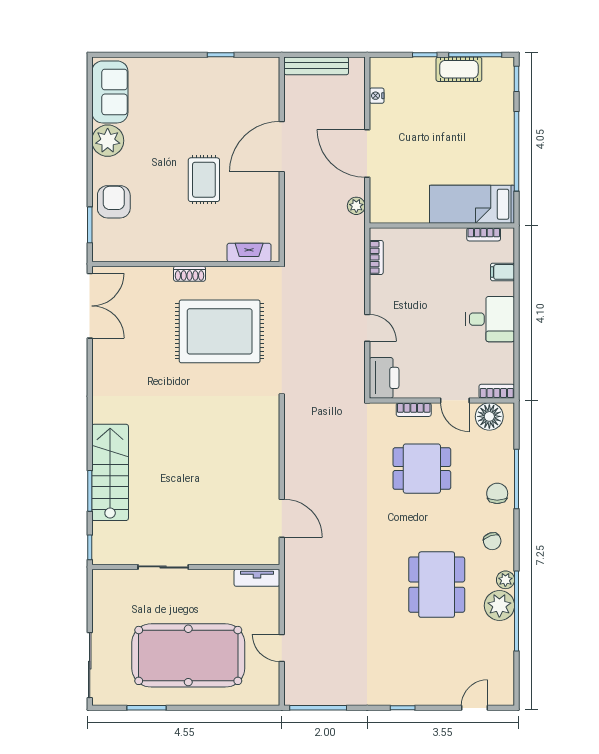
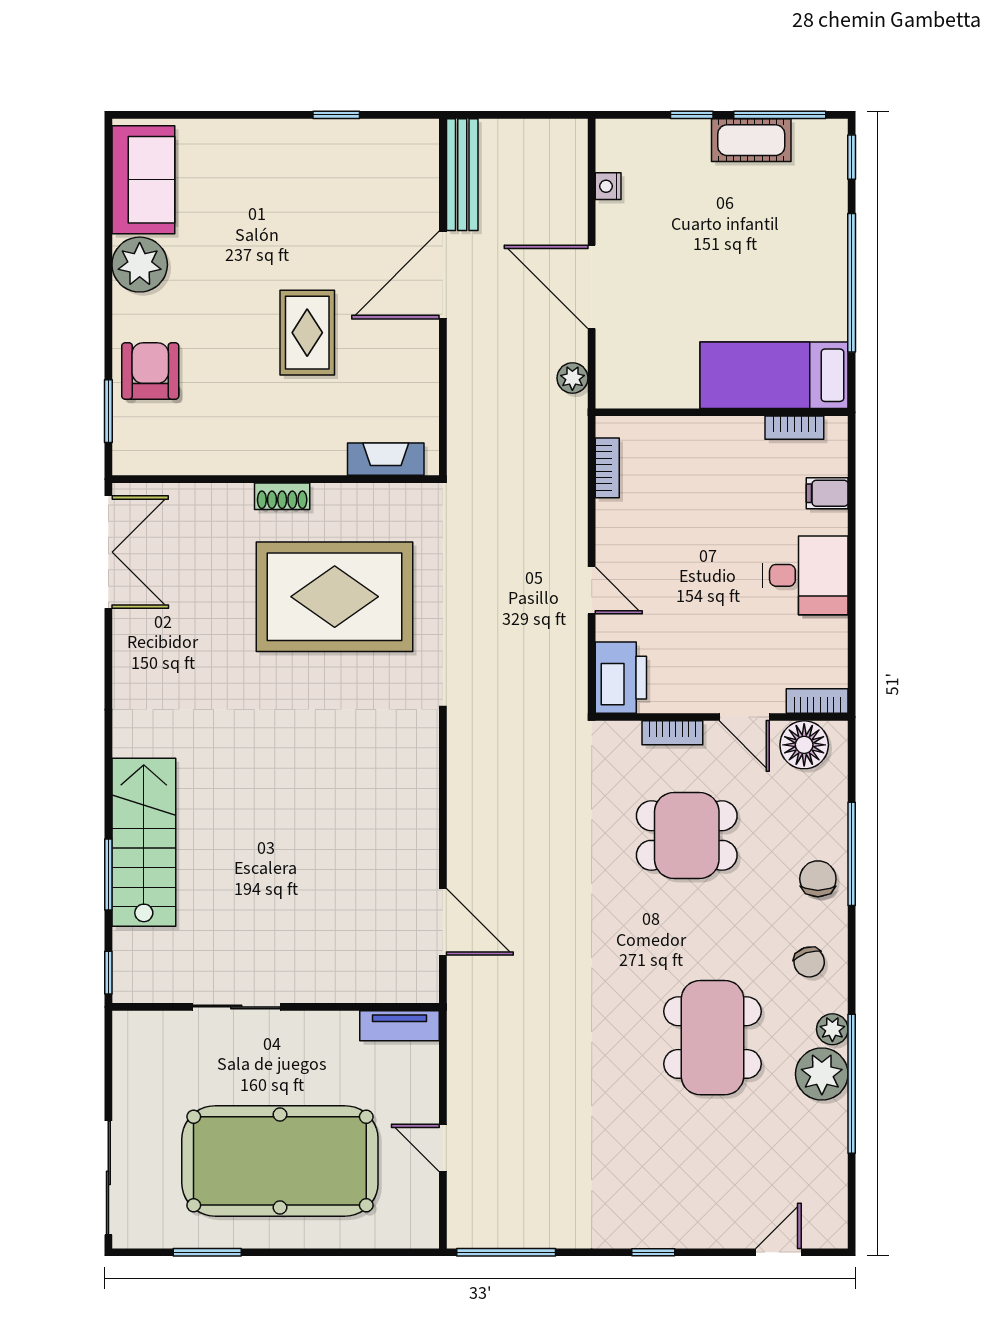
bench: (316, 66) -> (462, 175), moved, turned 90

